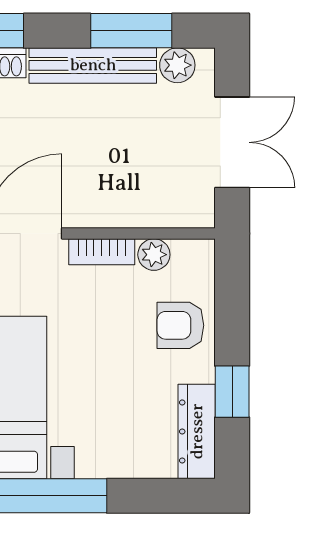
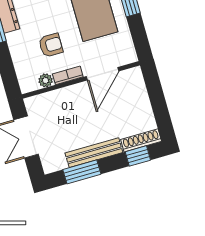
plant: (177, 65) -> (58, 163), removed
armchair: (180, 325) -> (51, 45), moved

